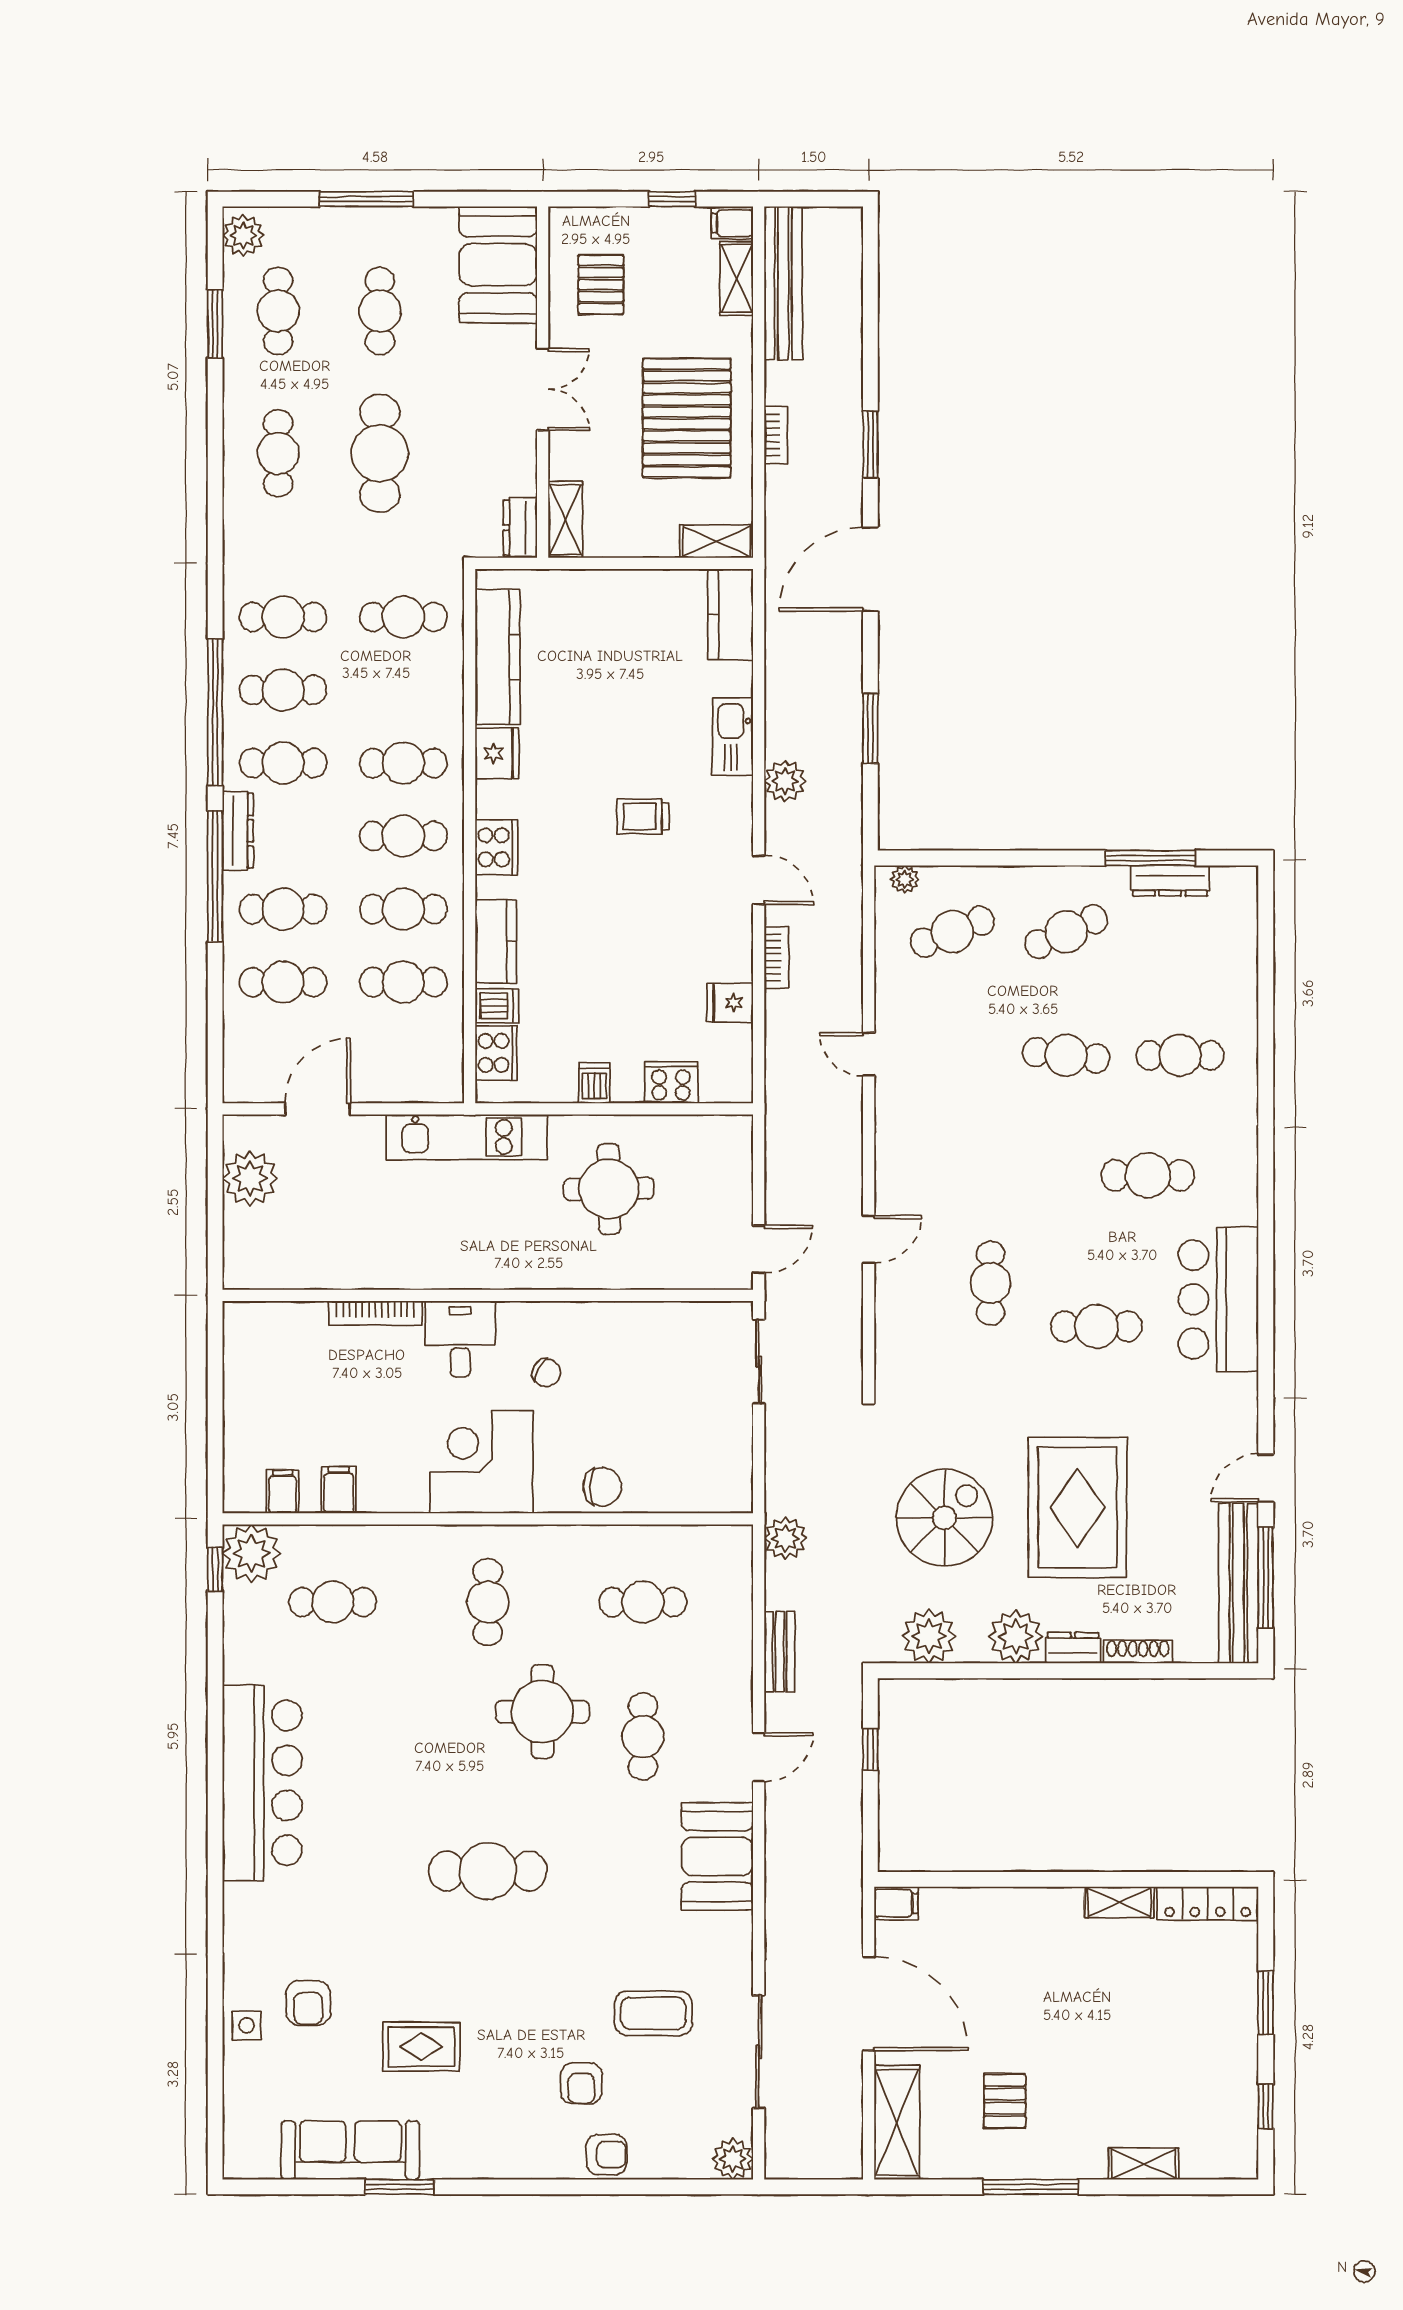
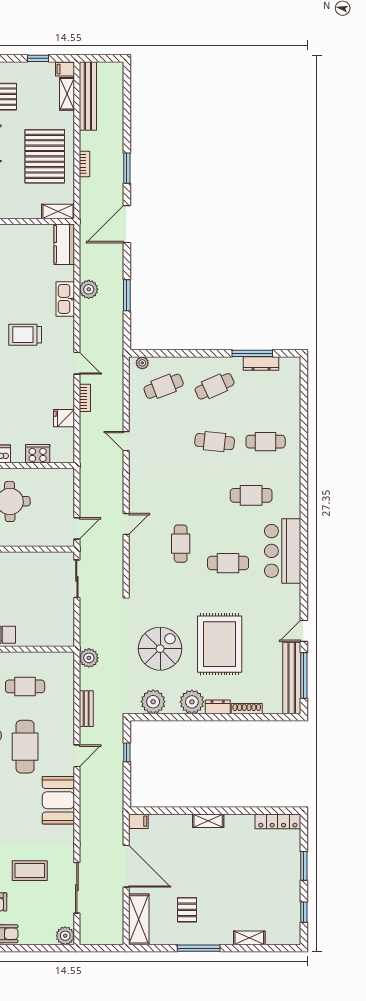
plant: (785, 781) -> (89, 289), moved
trolley: (643, 816) -> (25, 335), width x1.36, depth x1.39
cafe table: (643, 1737) -> (25, 747), width x1.37, depth x1.35
shelving: (1119, 1902) -> (208, 821), moved

